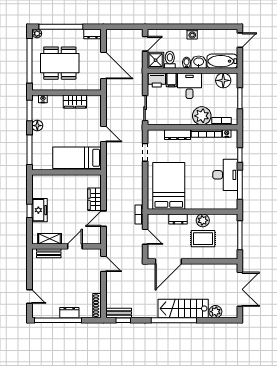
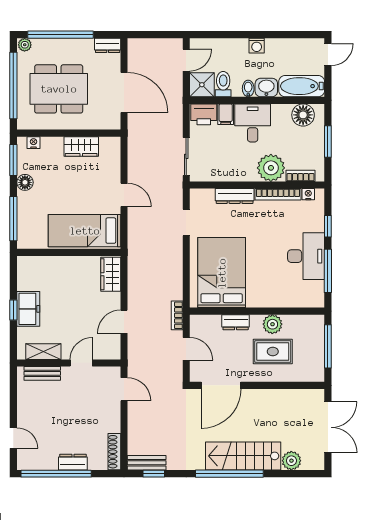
wardrobe: (95, 199) -> (111, 274), moved

